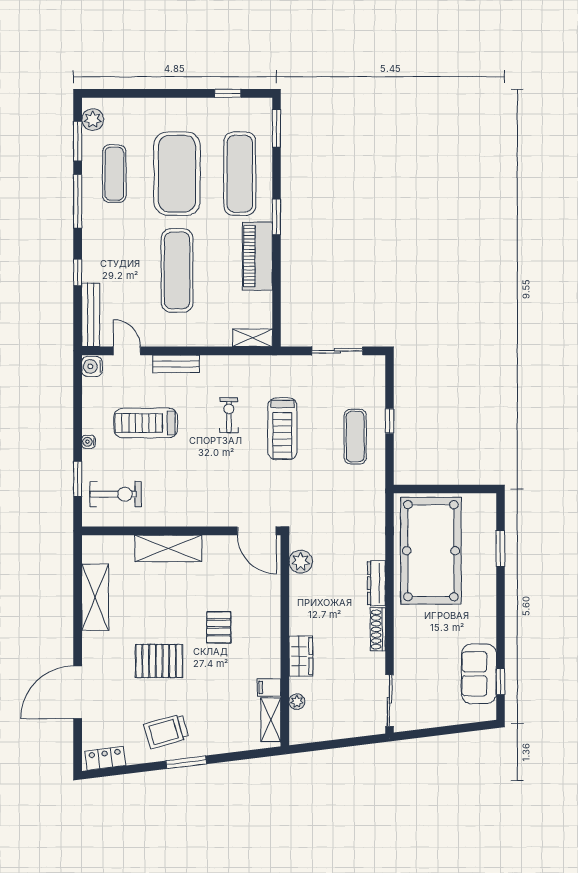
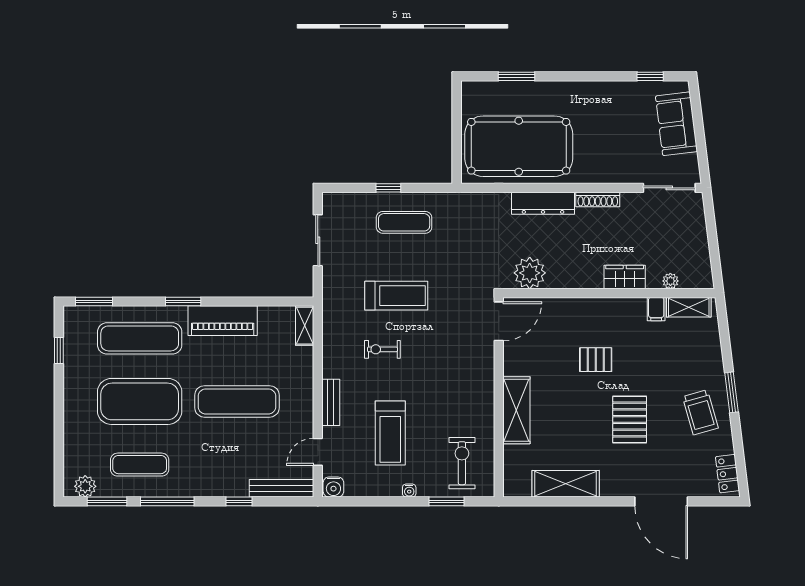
plant: (301, 562) -> (530, 273), width x1.36, depth x1.36
dresser: (376, 583) -> (543, 203), width x1.37, depth x1.24
sofa: (479, 674) -> (676, 124), moved, turned 83

